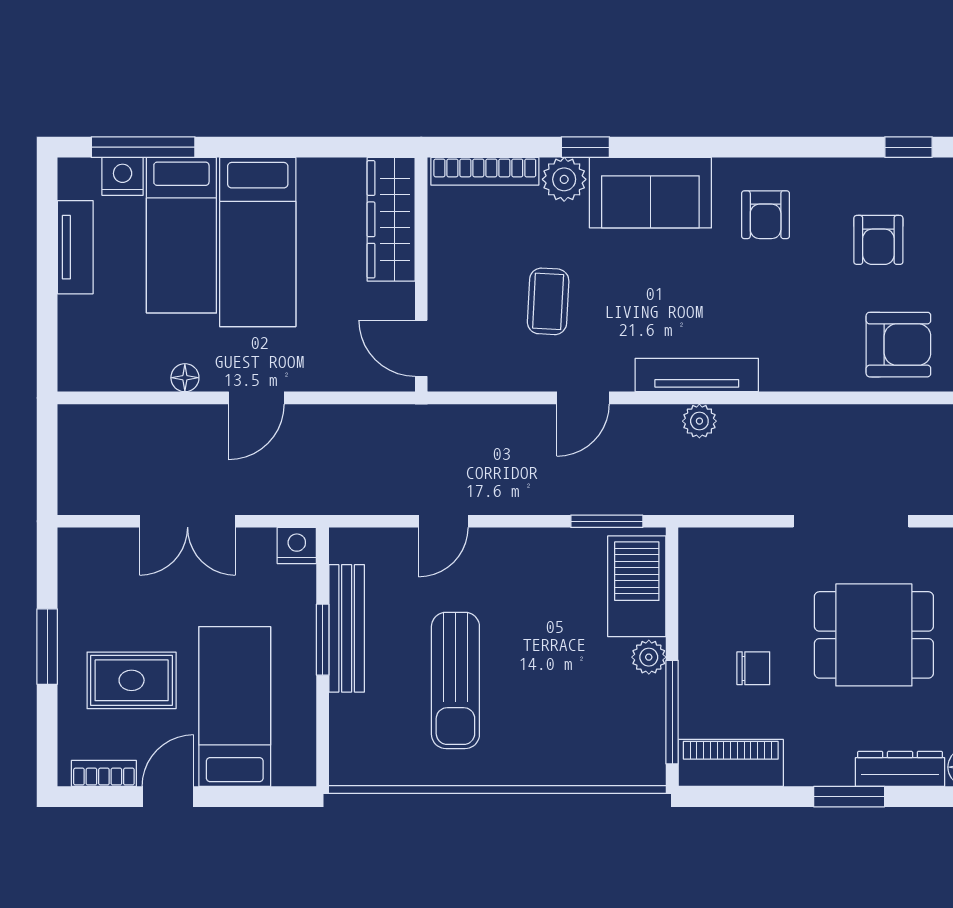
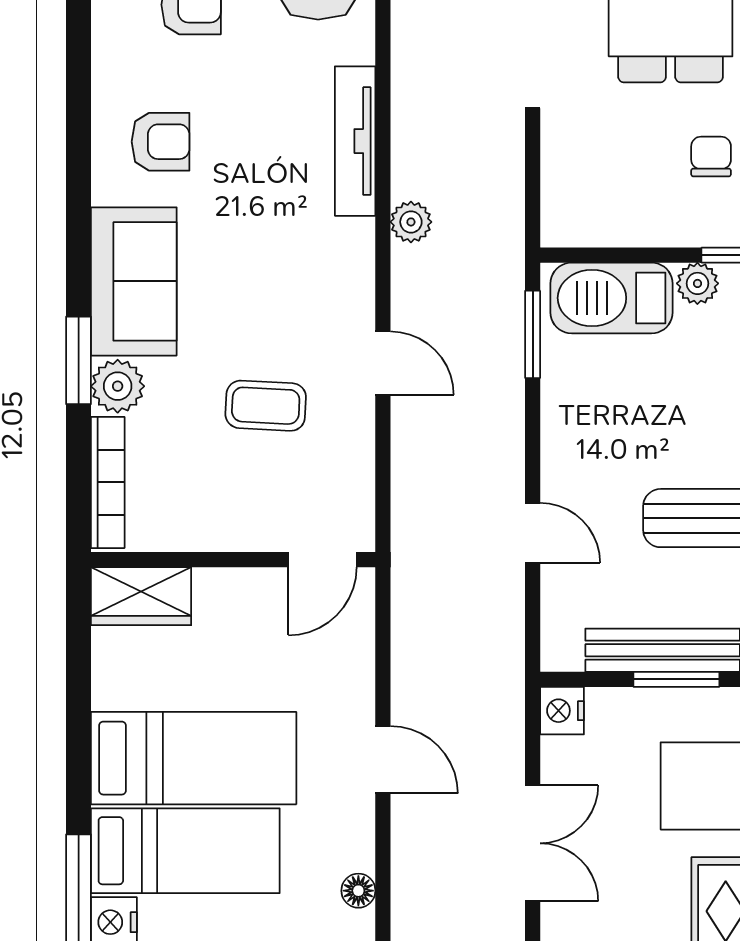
window: (585, 147) -> (79, 360), width x1.50
wardrobe: (391, 219) -> (141, 596), width x0.67
tv unit: (697, 375) -> (355, 141), moved
floor lamp: (185, 378) -> (358, 891), moved

